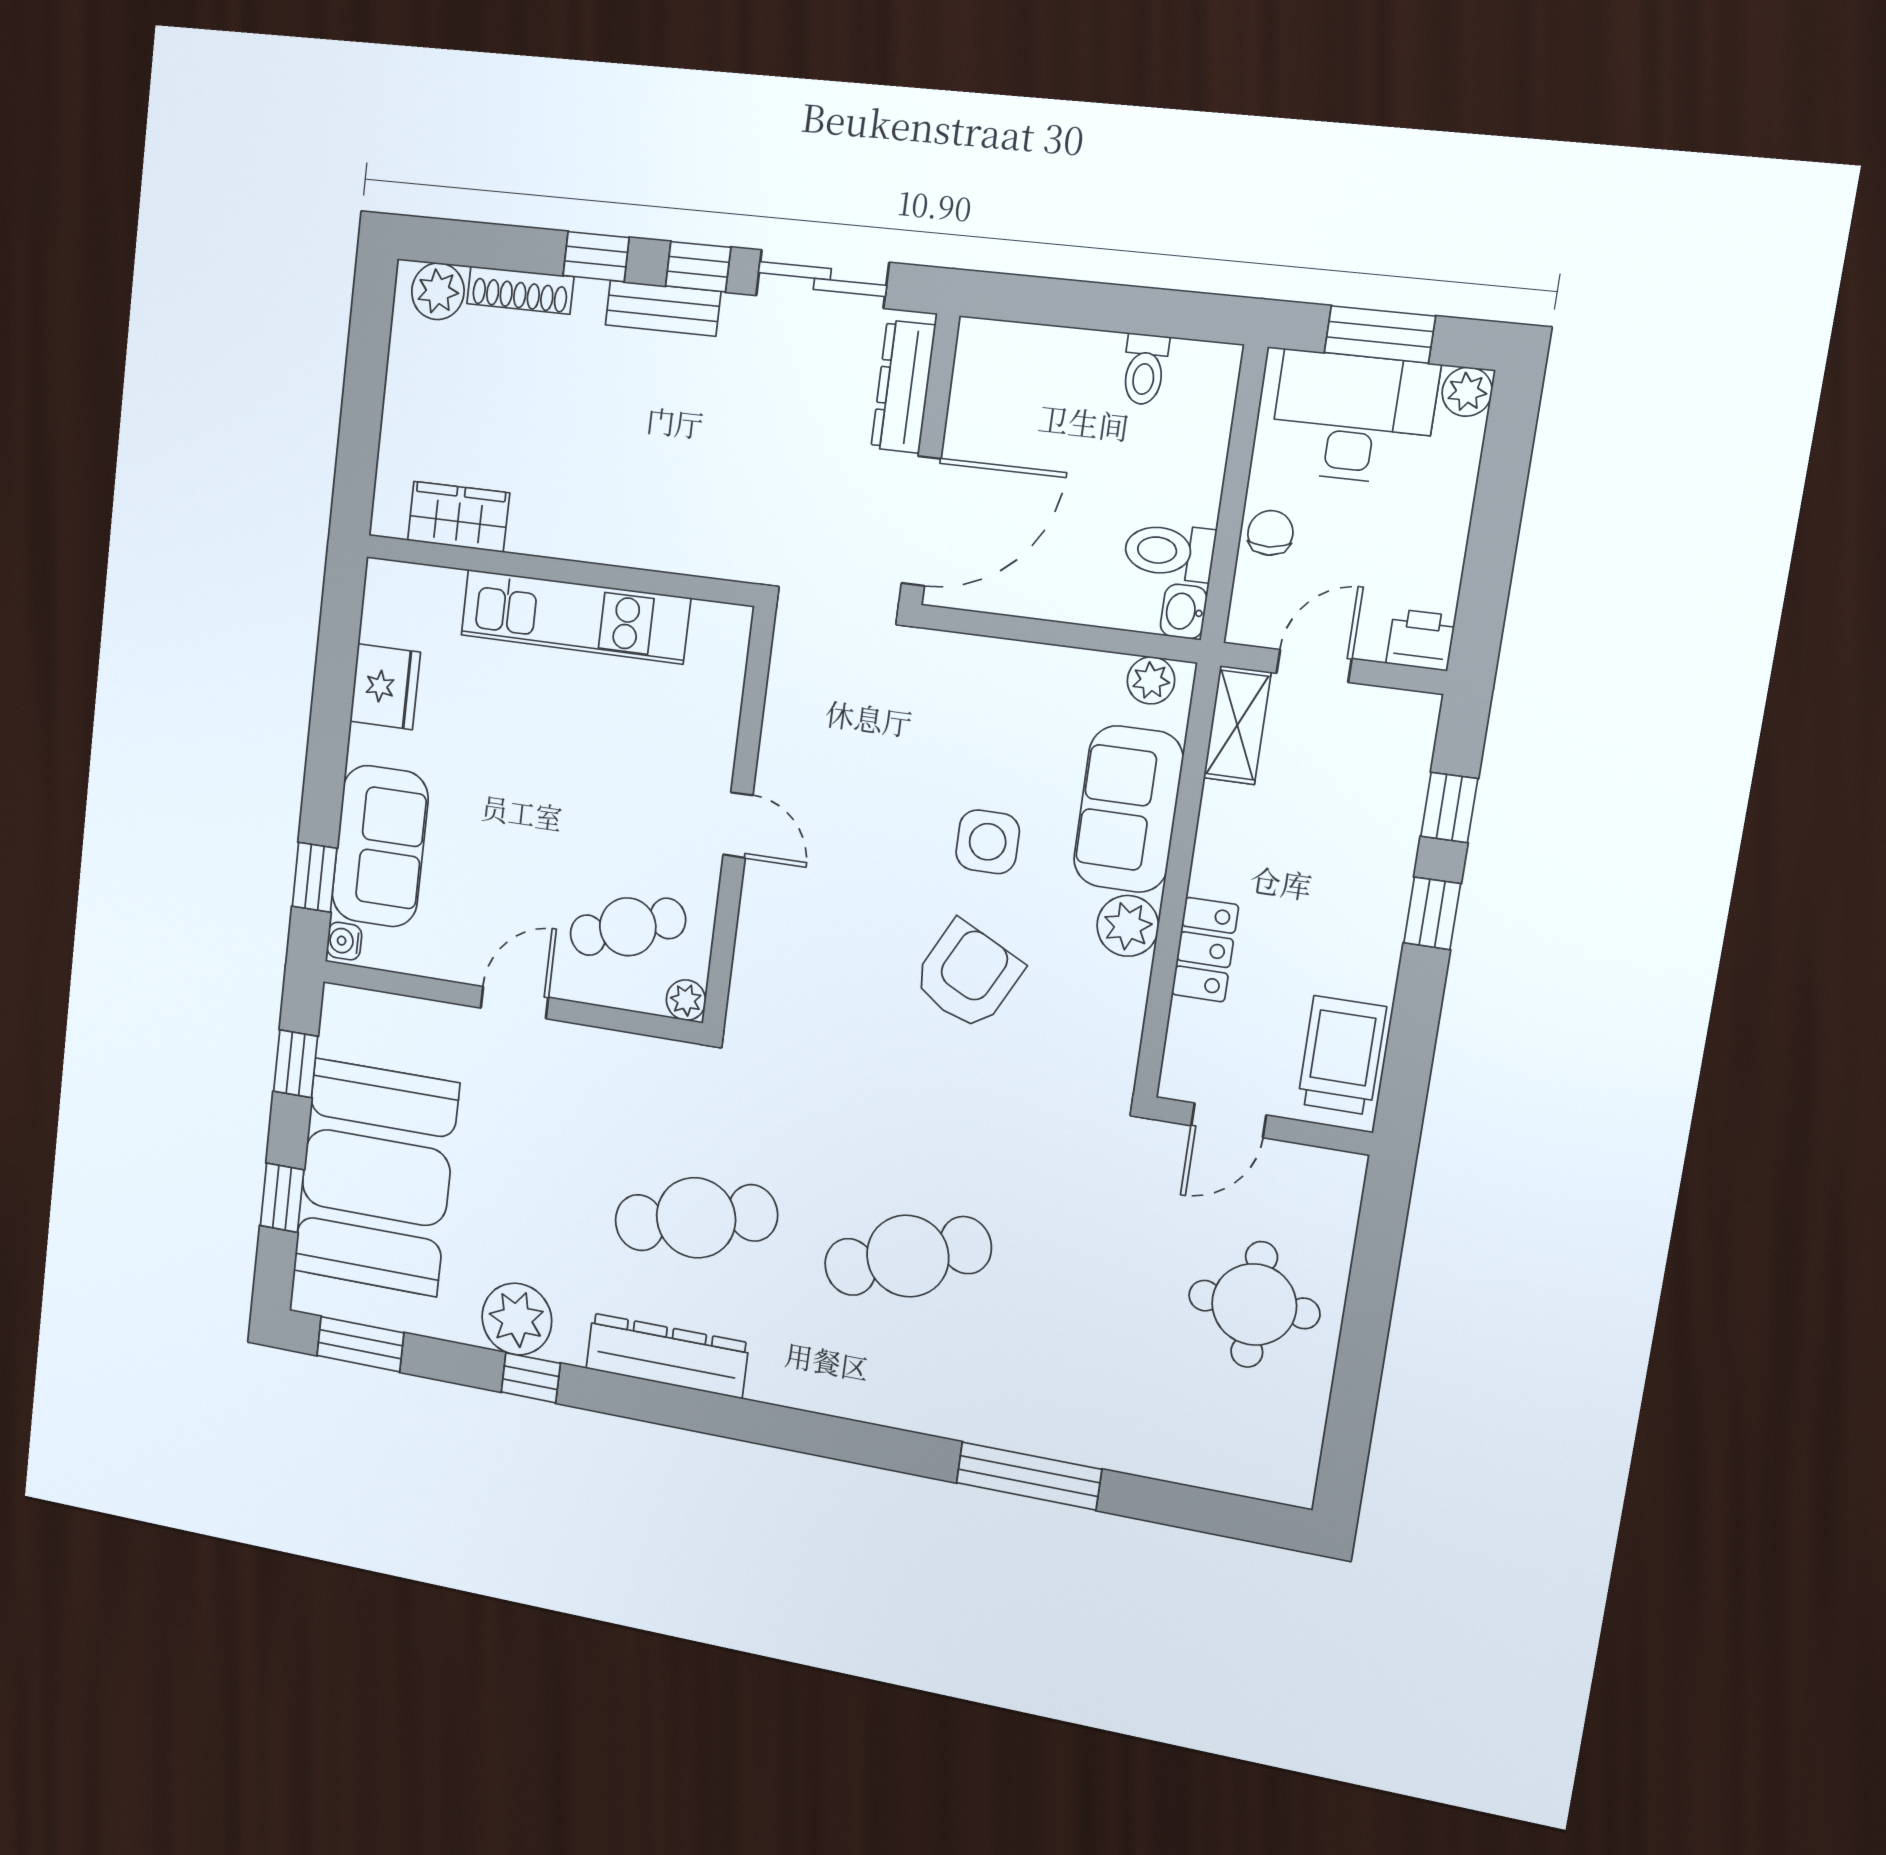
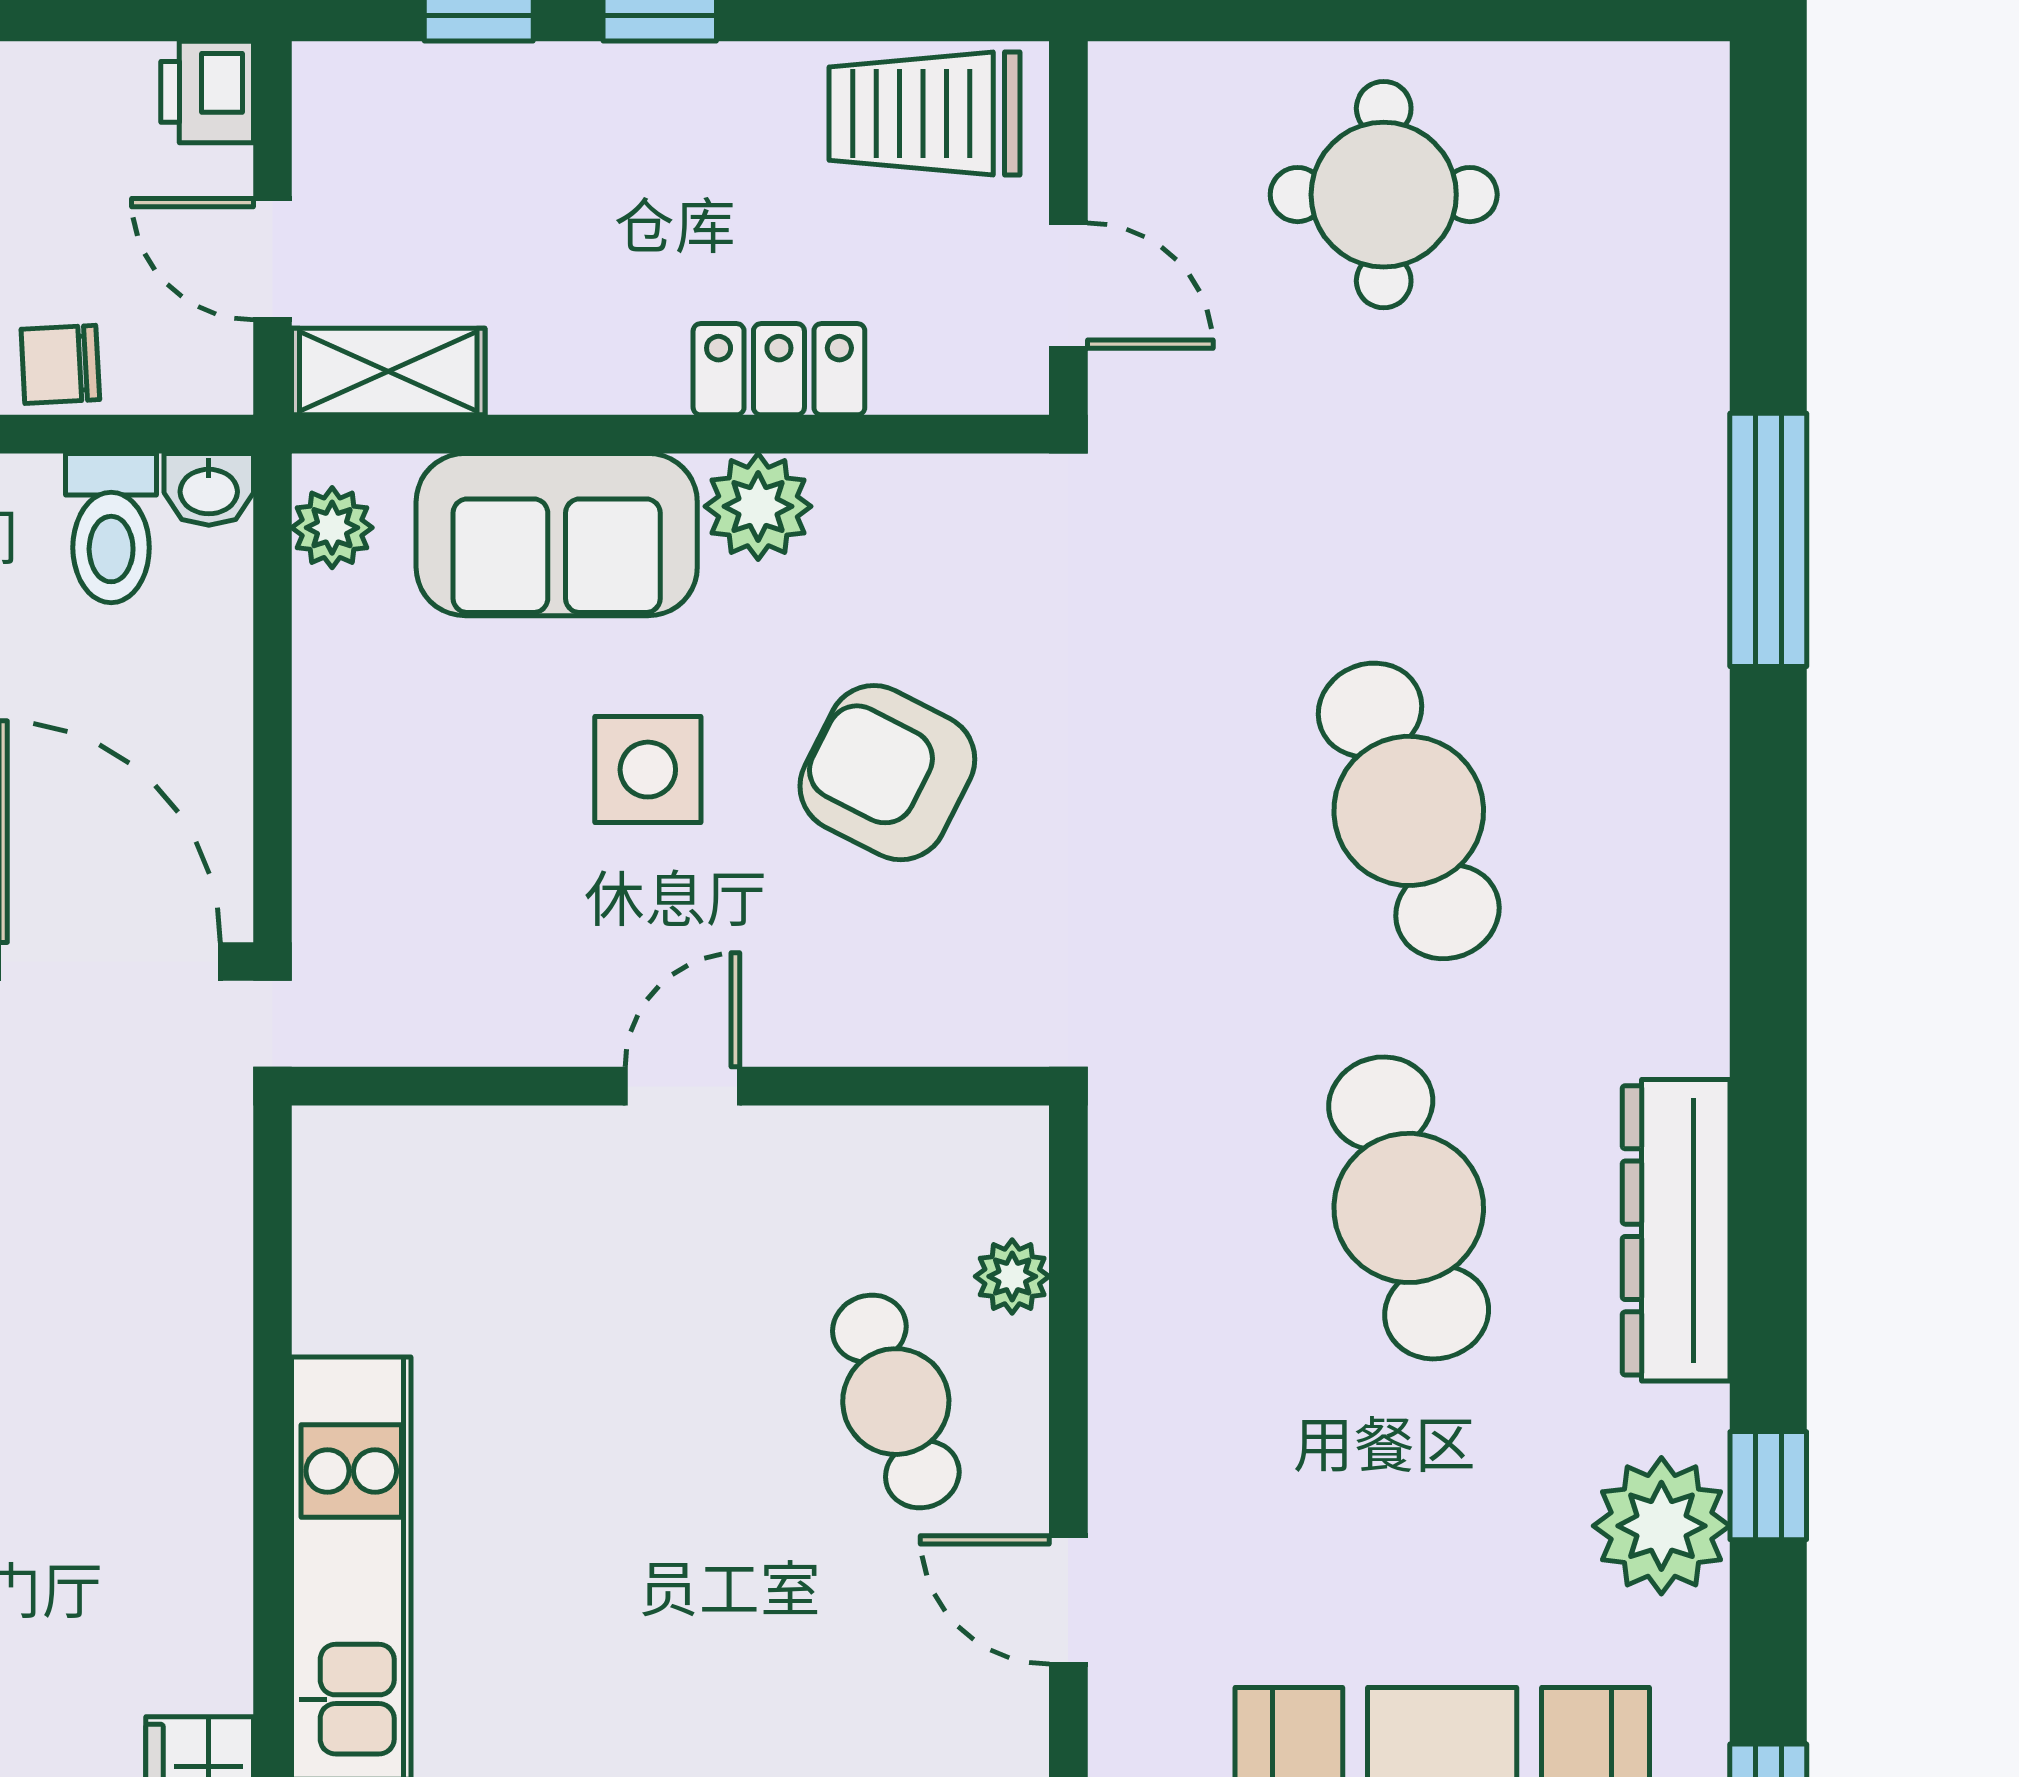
wall: (739, 818) -> (670, 1086), moved
door: (738, 825) -> (682, 1086), moved

